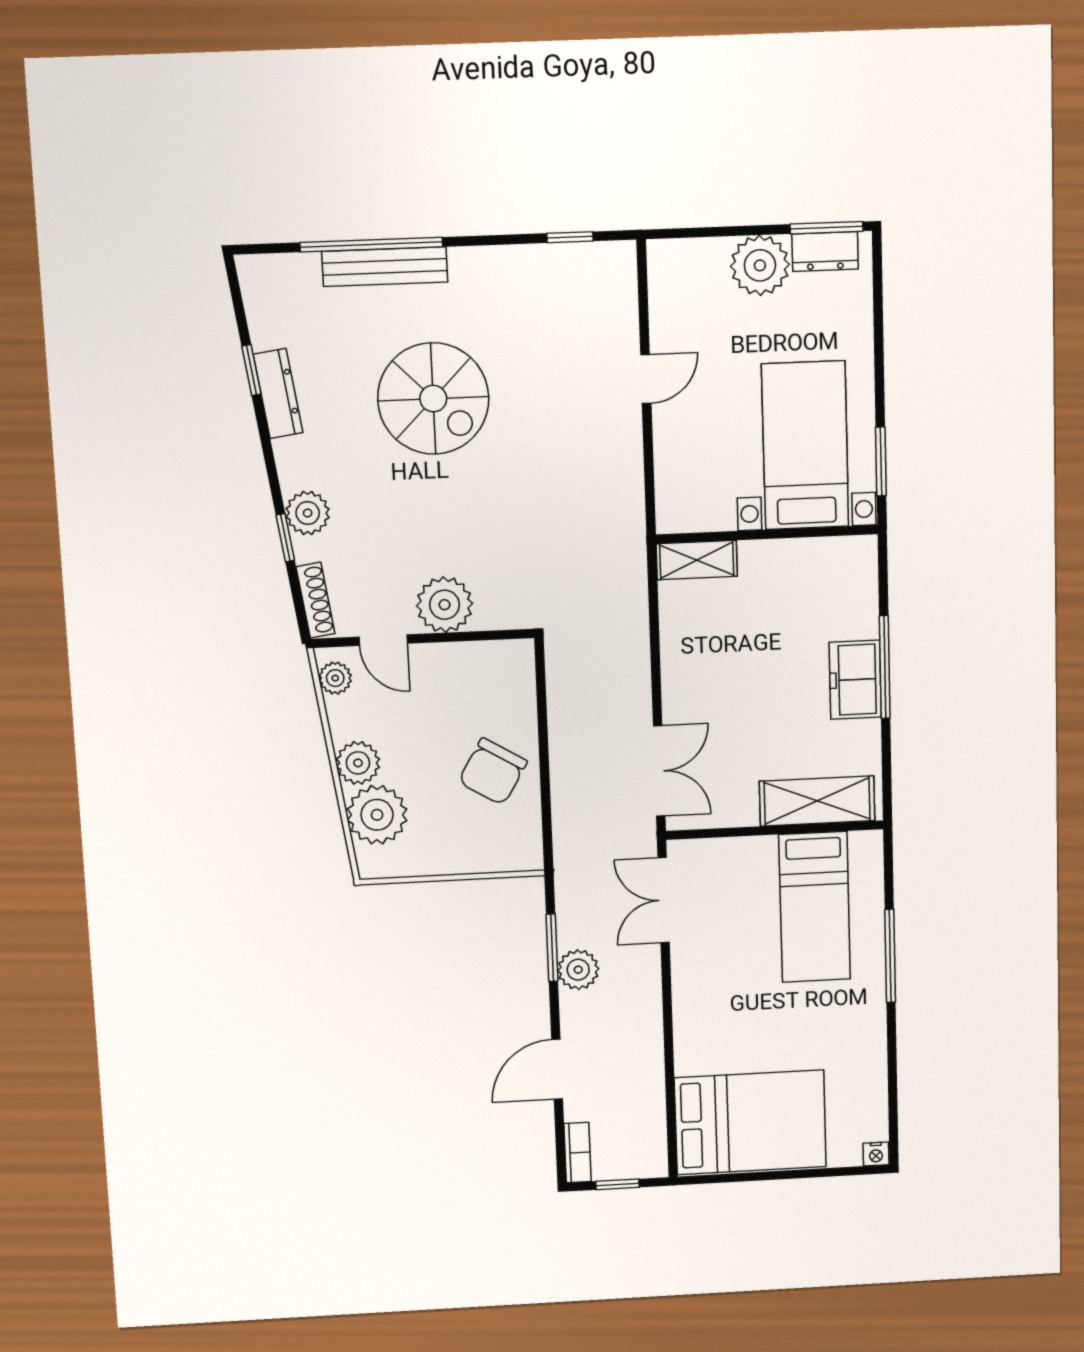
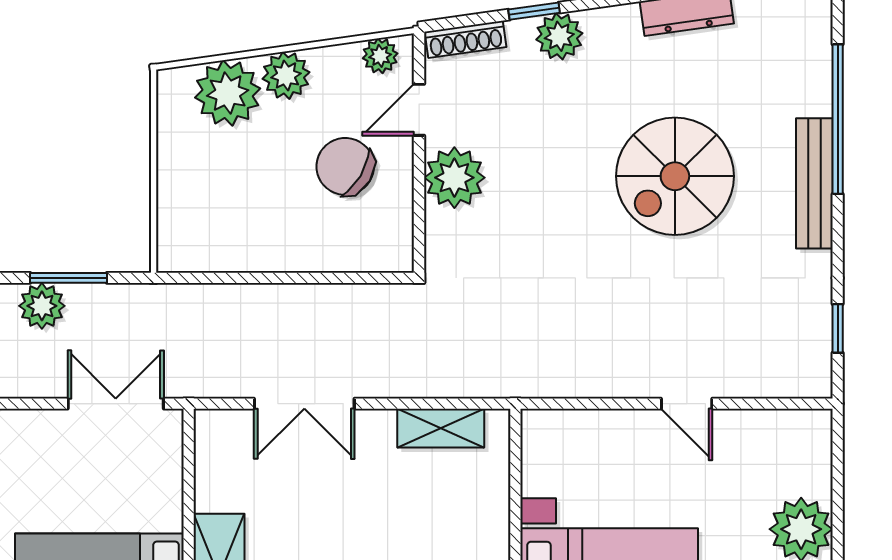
bench: (385, 267) -> (814, 183), moved
shelving: (697, 560) -> (441, 428), moved, turned 90
double door: (659, 771) -> (304, 404), moved
chair: (493, 772) -> (345, 166), moved

